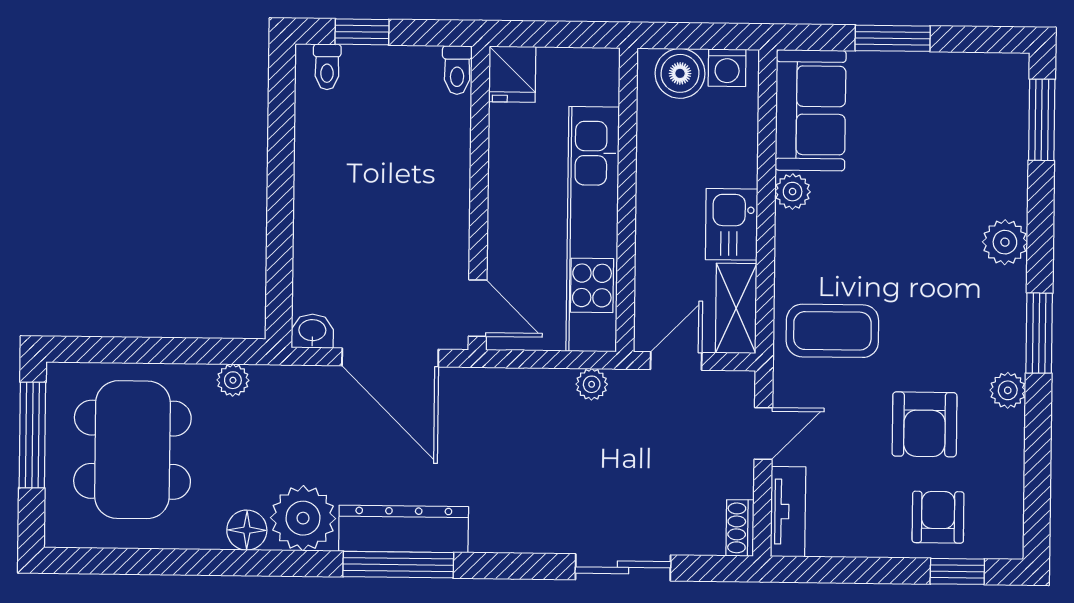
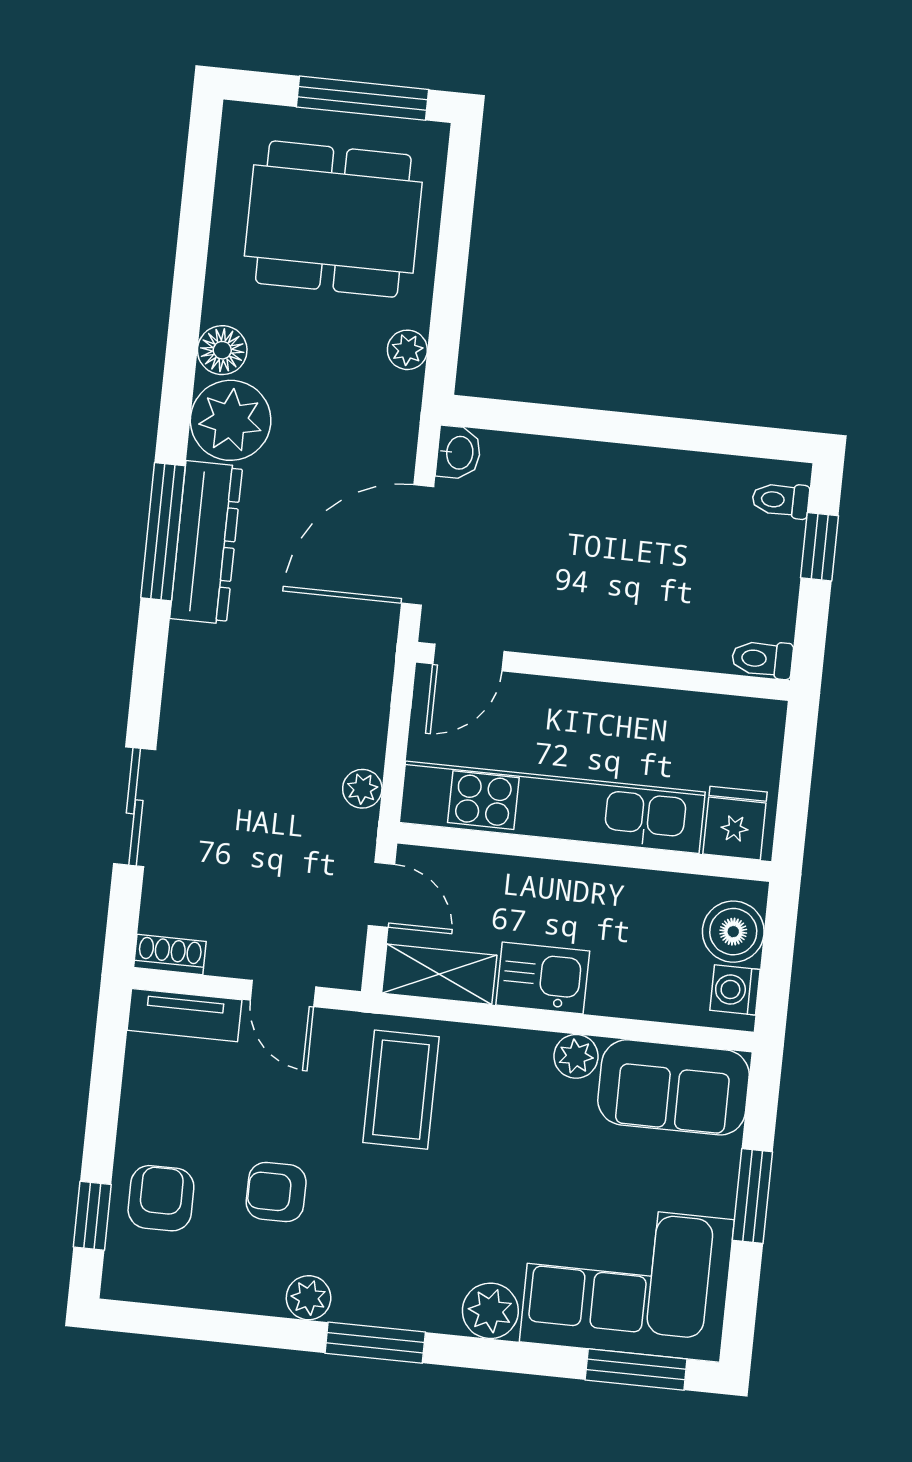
fridge: (512, 74) -> (735, 823), moved, turned 90
corner sofa: (970, 134) -> (627, 1281), added
armchair: (925, 424) -> (276, 1192), width x0.72, depth x0.72
armchair: (938, 517) -> (161, 1198), turned -90

